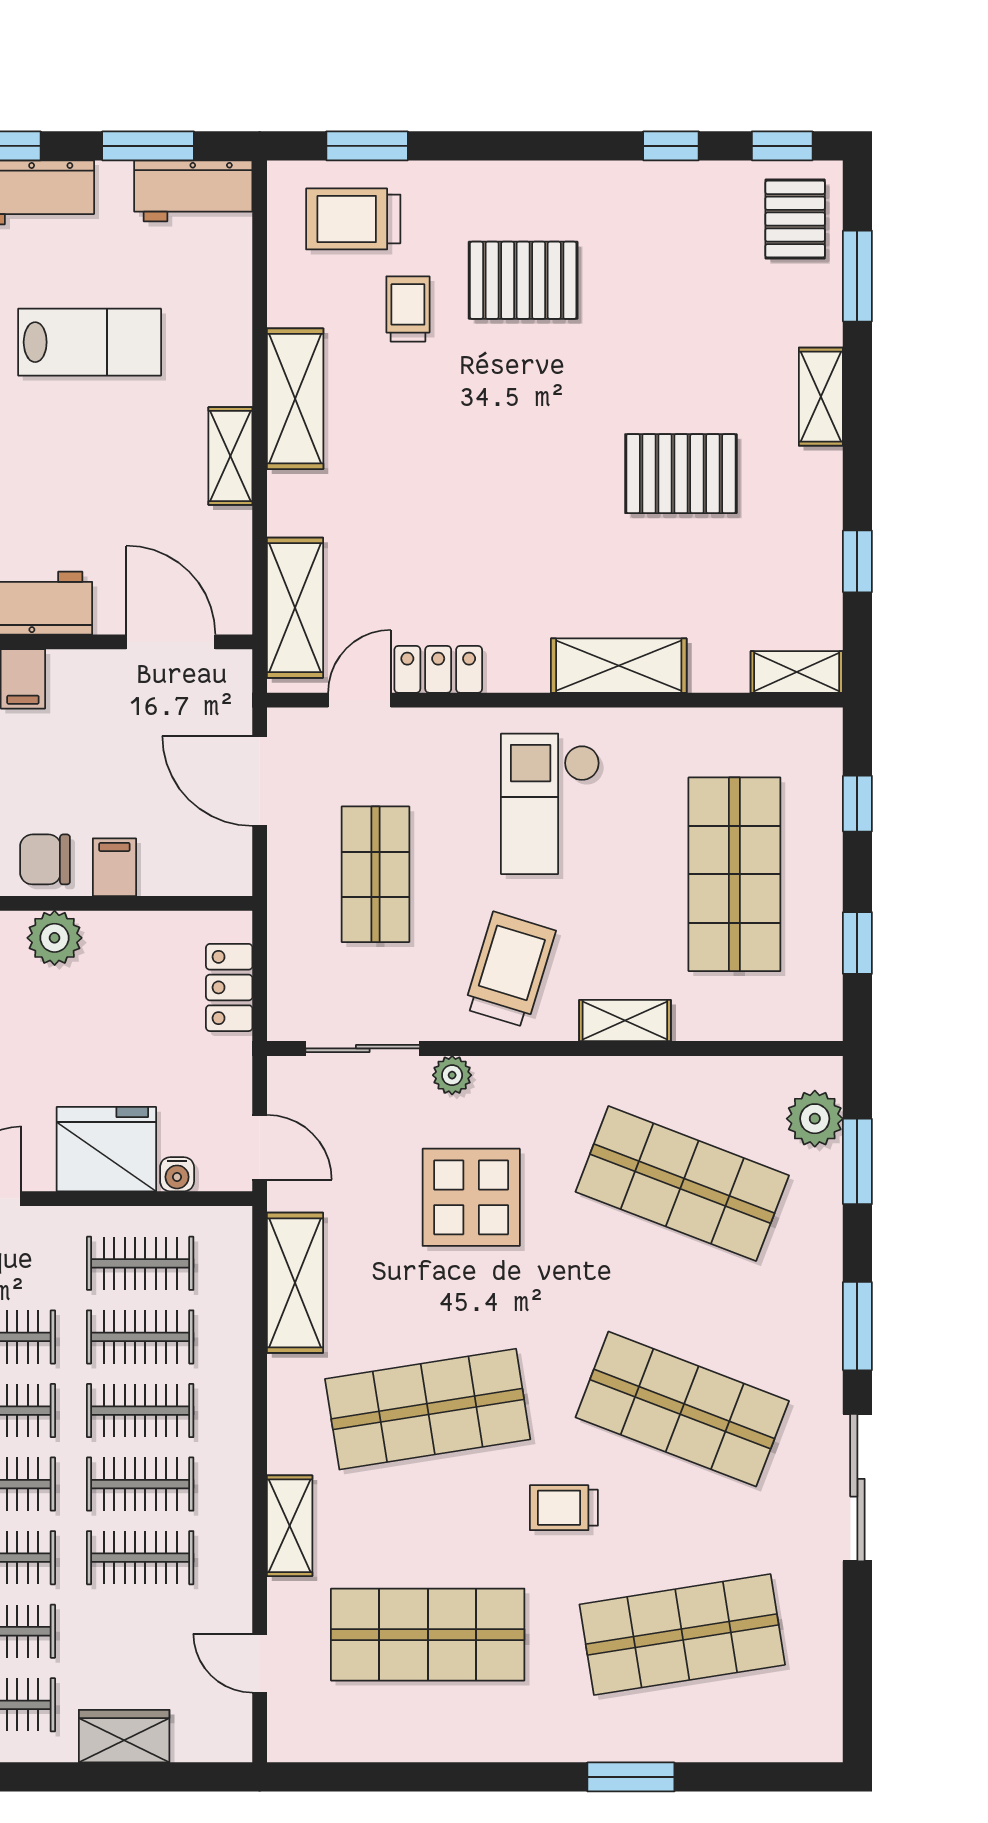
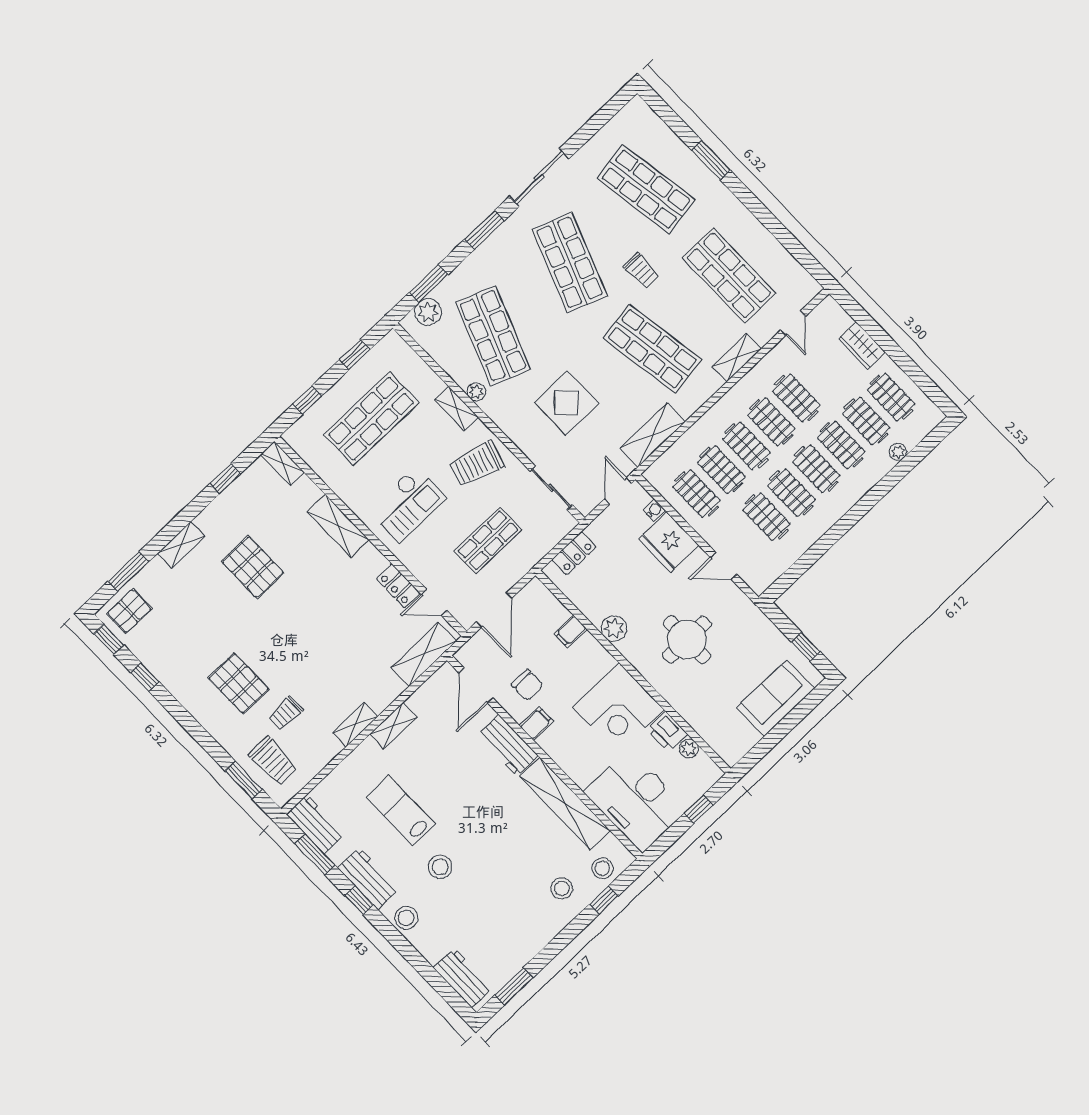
shelving: (295, 399) -> (355, 725), width x0.67, depth x0.75
chair: (45, 859) -> (527, 685), moved
plant: (452, 1075) -> (476, 392), moved

